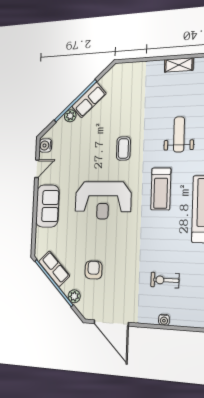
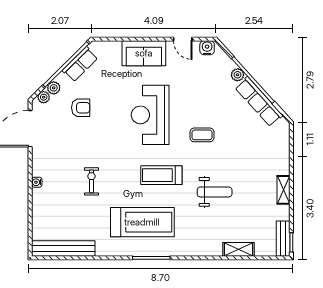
row of seats: (89, 100) -> (259, 102), width x1.48
exercise bike: (165, 280) -> (92, 181), moved
plant: (82, 307) -> (44, 97), added

